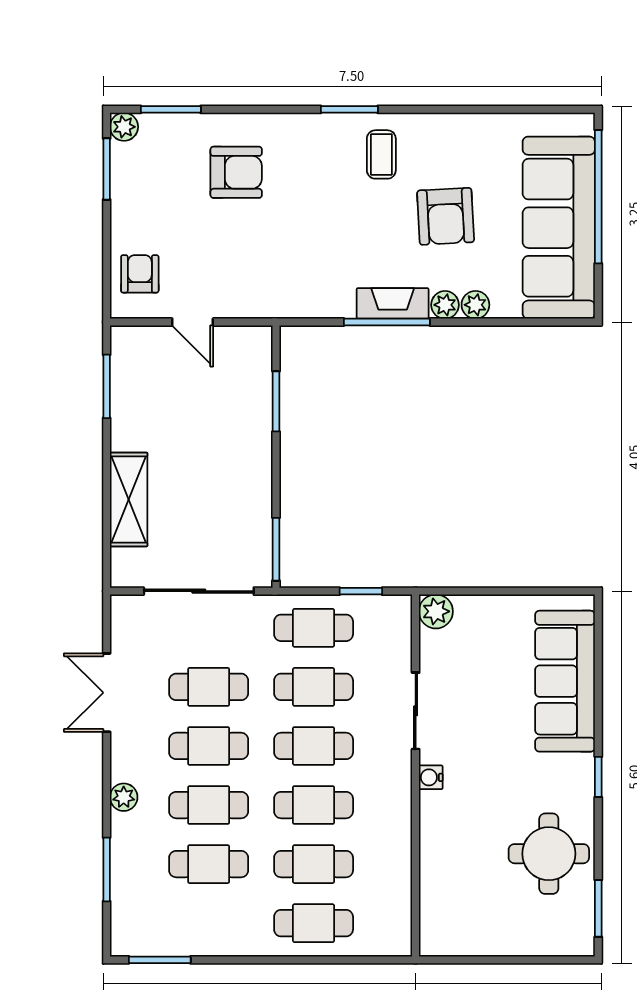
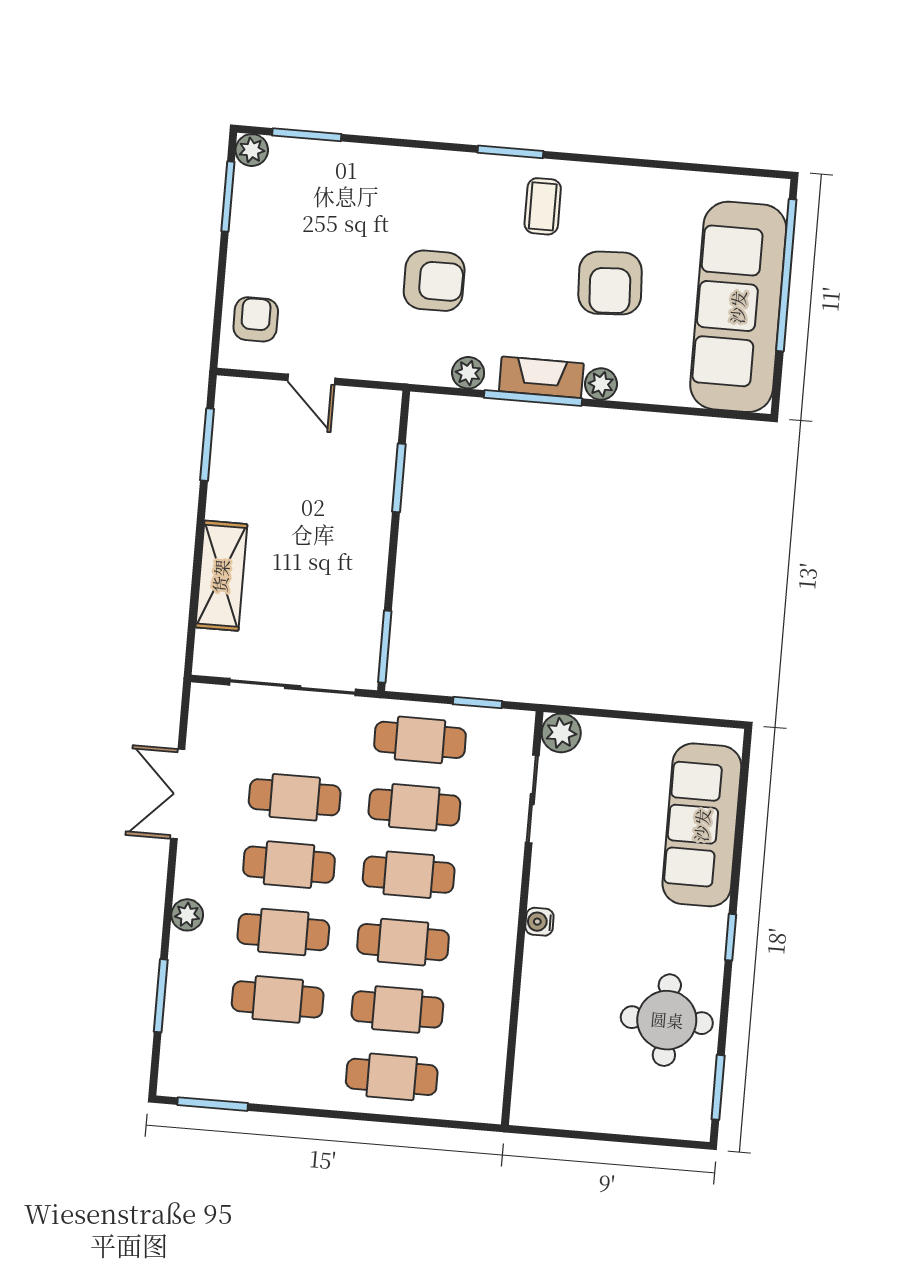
armchair: (236, 172) -> (434, 281), moved
plant: (475, 305) -> (468, 373), moved
sliding door: (416, 711) -> (532, 799), moved

